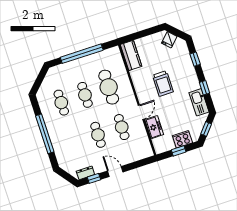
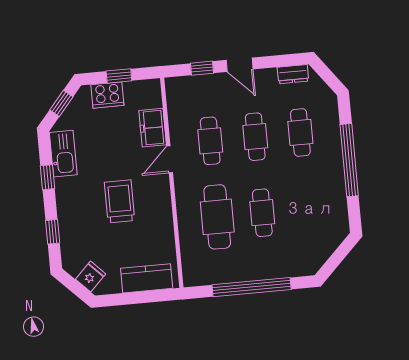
kitchen counter: (131, 55) -> (147, 278), moved, turned 90
cafe table: (61, 103) -> (300, 132), moved
window: (94, 178) -> (202, 68), moved

